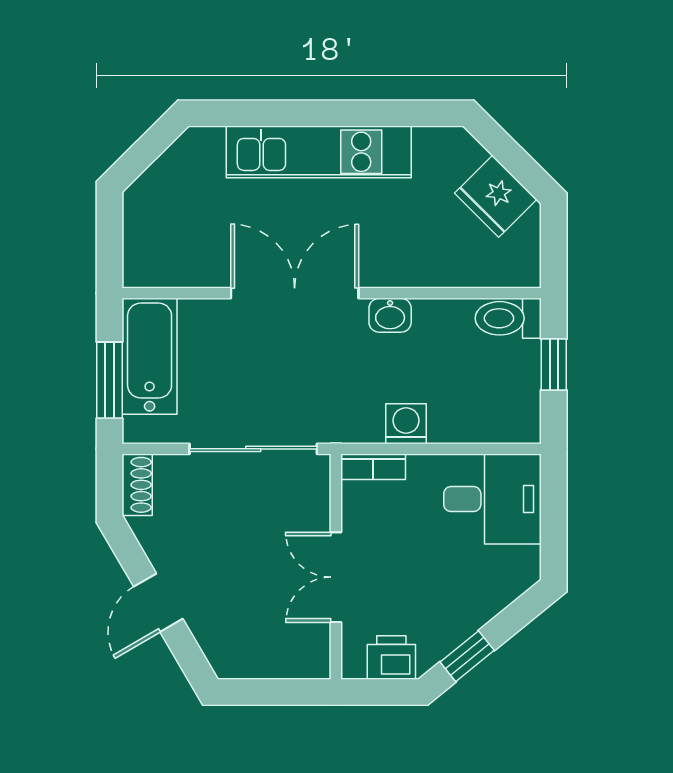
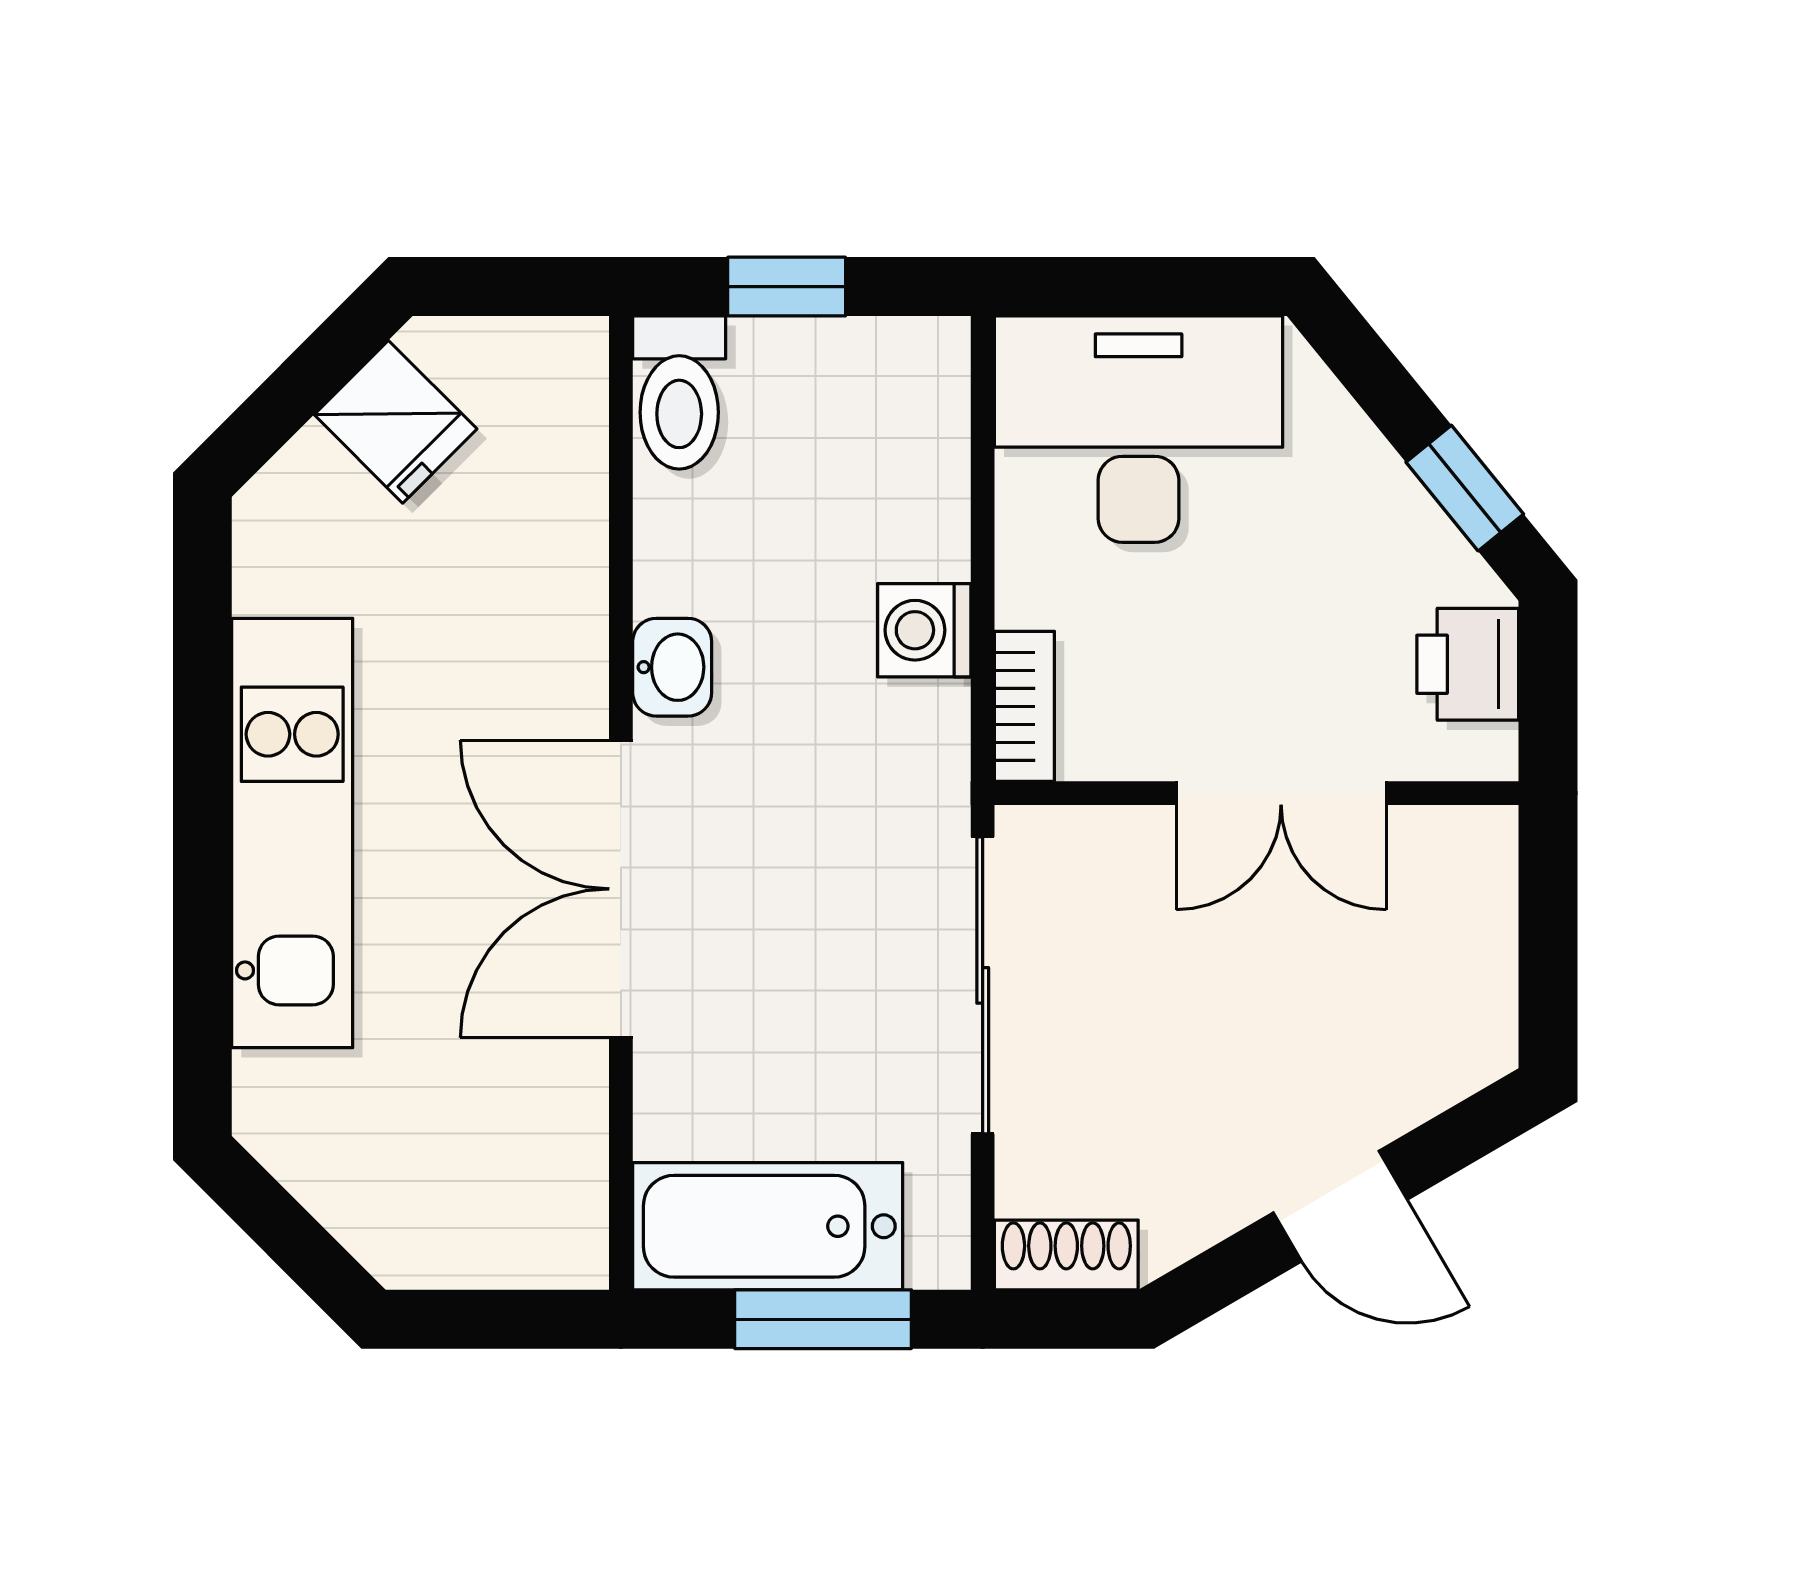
fridge: (496, 196) -> (396, 422), width x0.72
desk: (492, 499) -> (1139, 429), width x1.37

